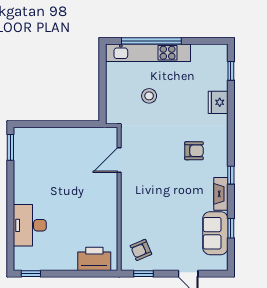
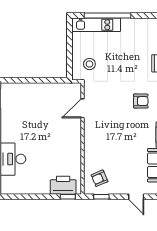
kitchen unit: (148, 53) -> (96, 25), width x0.73
stool: (149, 96) -> (89, 64), moved
window: (31, 274) -> (68, 197), moved

